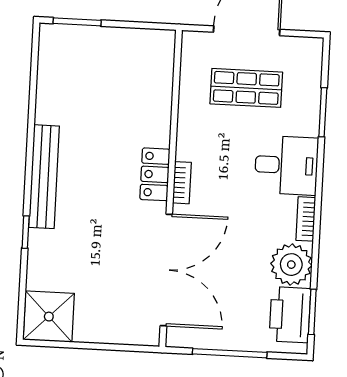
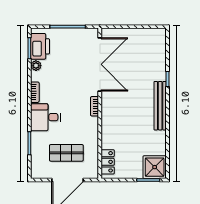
locker: (155, 174) -> (108, 162), moved
plant: (291, 265) -> (36, 66), width x0.53, depth x0.53
double door: (166, 270) -> (100, 64), swing flipped
shower: (49, 317) -> (155, 167), moved

